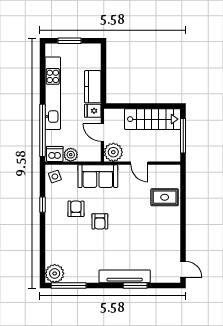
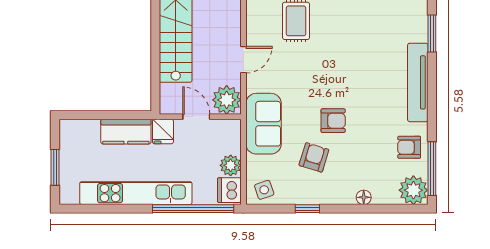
door: (102, 132) -> (196, 117), swing flipped
armchair: (76, 209) -> (314, 157), turned 107
floor lamp: (50, 241) -> (364, 197), added
armchair: (83, 271) -> (409, 147), added
window: (135, 285) -> (432, 33), moved

